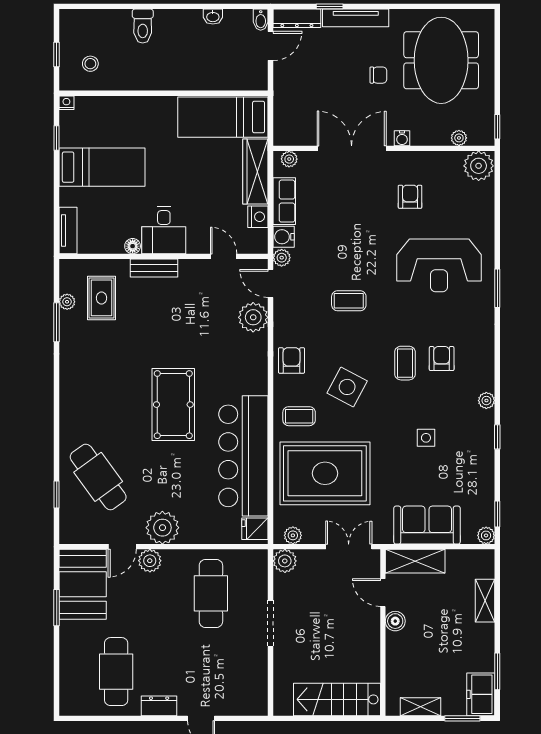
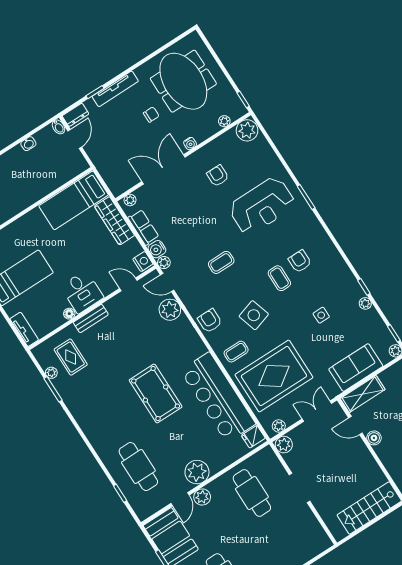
dresser: (297, 18) -> (75, 115), width x0.70
nightstand: (258, 217) -> (143, 261), moved
side table: (347, 387) -> (254, 315), turned 45
plant: (486, 401) -> (365, 303), moved
cafe table: (98, 477) -> (138, 467), turned 36

